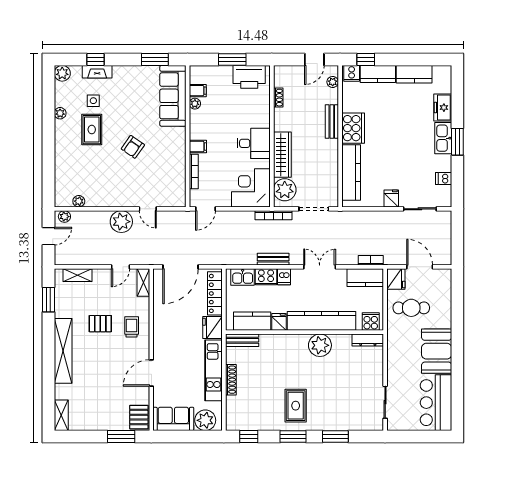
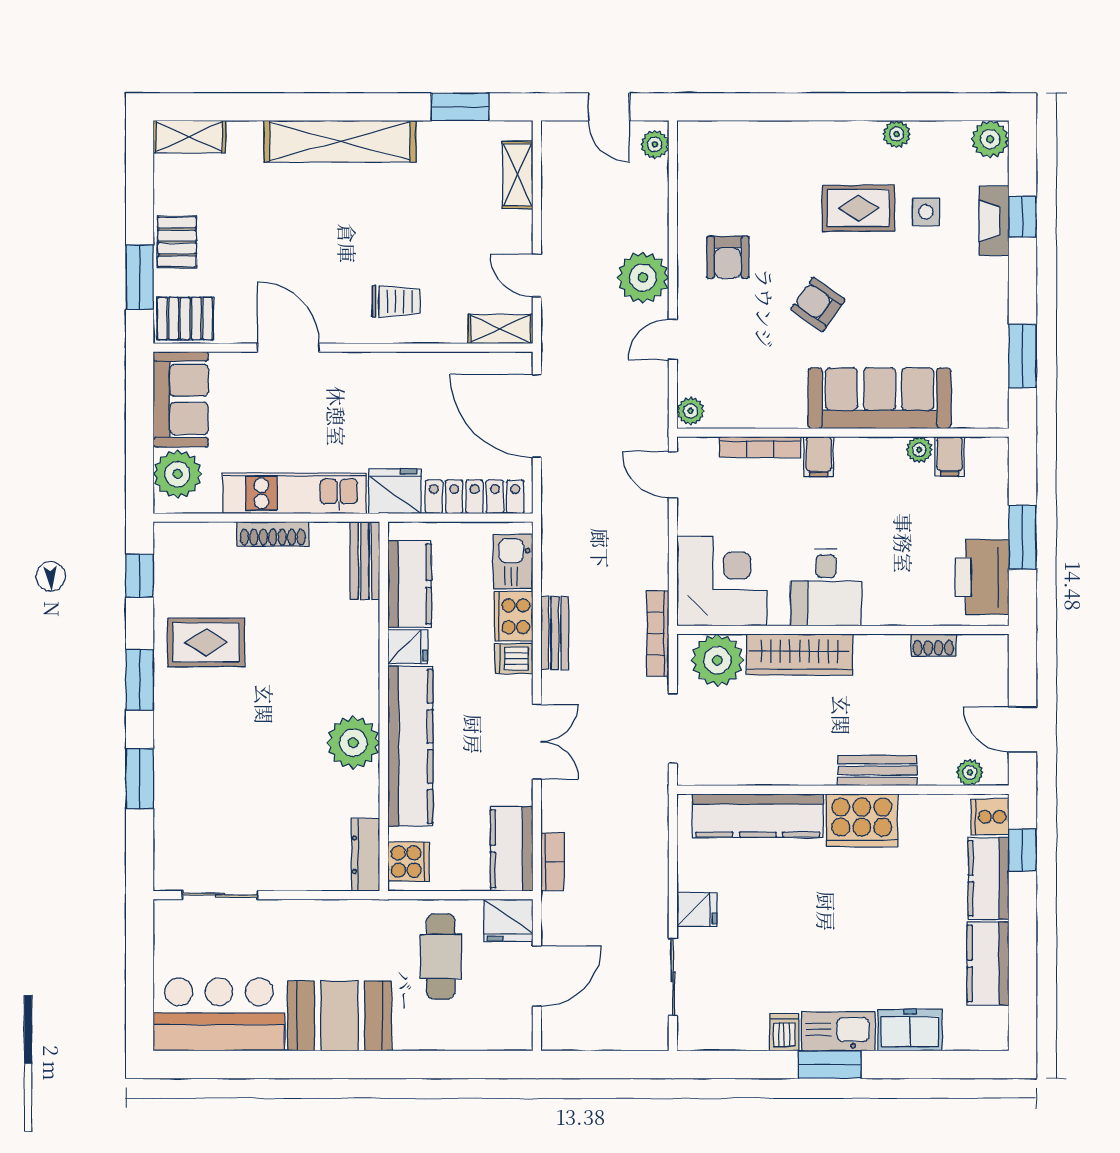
sofa: (173, 96) -> (880, 398), moved
dishwasher: (444, 179) -> (784, 1032), moved
armchair: (113, 185) -> (728, 257), added
plant: (79, 201) -> (691, 411), moved
pallet: (100, 324) -> (177, 242), moved
rug: (296, 406) -> (206, 642), moved

